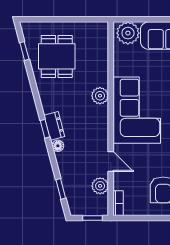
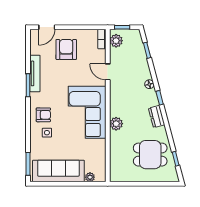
plant: (128, 33) -> (90, 177), width x0.53, depth x0.53
dining table: (57, 56) -> (150, 155), turned 90
dresser: (54, 126) -> (157, 116), moved
plant: (100, 186) -> (116, 41), moved

